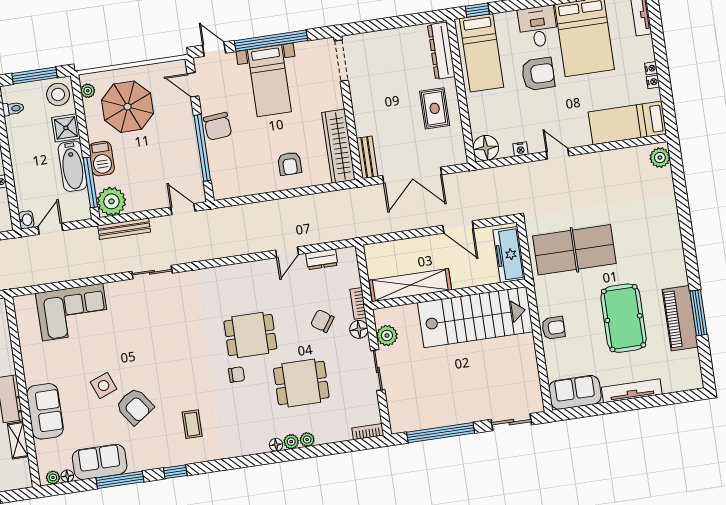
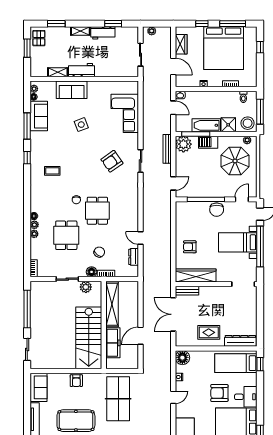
armchair: (538, 74) -> (219, 393), turned 90
chair: (218, 126) -> (217, 210), turned -85
freezer: (509, 255) -> (113, 343), moved, turned 90
armchair: (135, 406) -> (112, 161), moved

